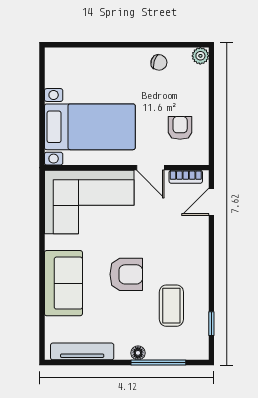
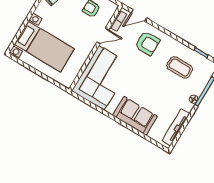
bed with nightstands: (90, 127) -> (44, 47), moved, turned 90
door: (211, 202) -> (139, 15), hinge flipped
armchair: (126, 274) -> (147, 43), moved, turned 90

